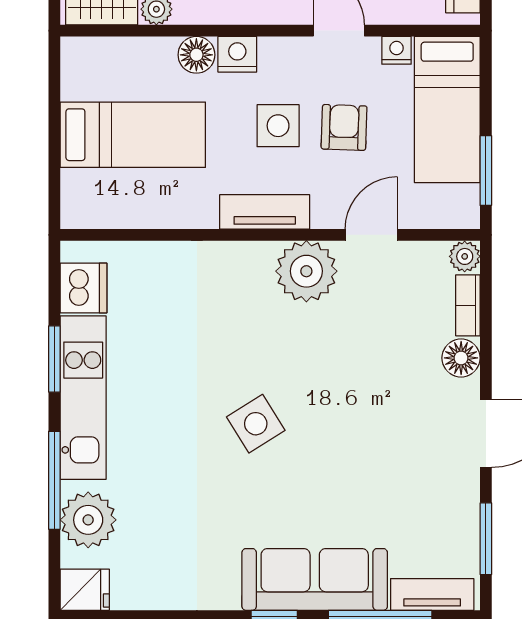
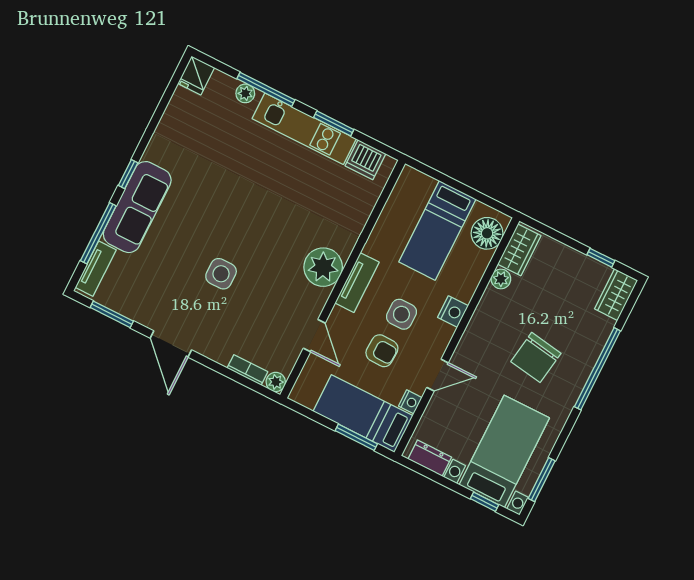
floor lamp: (196, 55) -> (487, 233), moved, width x1.38, depth x1.38
window: (486, 171) -> (356, 437), moved
plant: (306, 271) -> (323, 267), moved
floor lamp: (461, 358) -> (220, 351), removed
side table: (256, 424) -> (221, 274), moved, turned 32
plant: (88, 520) -> (245, 93), width x0.53, depth x0.53

